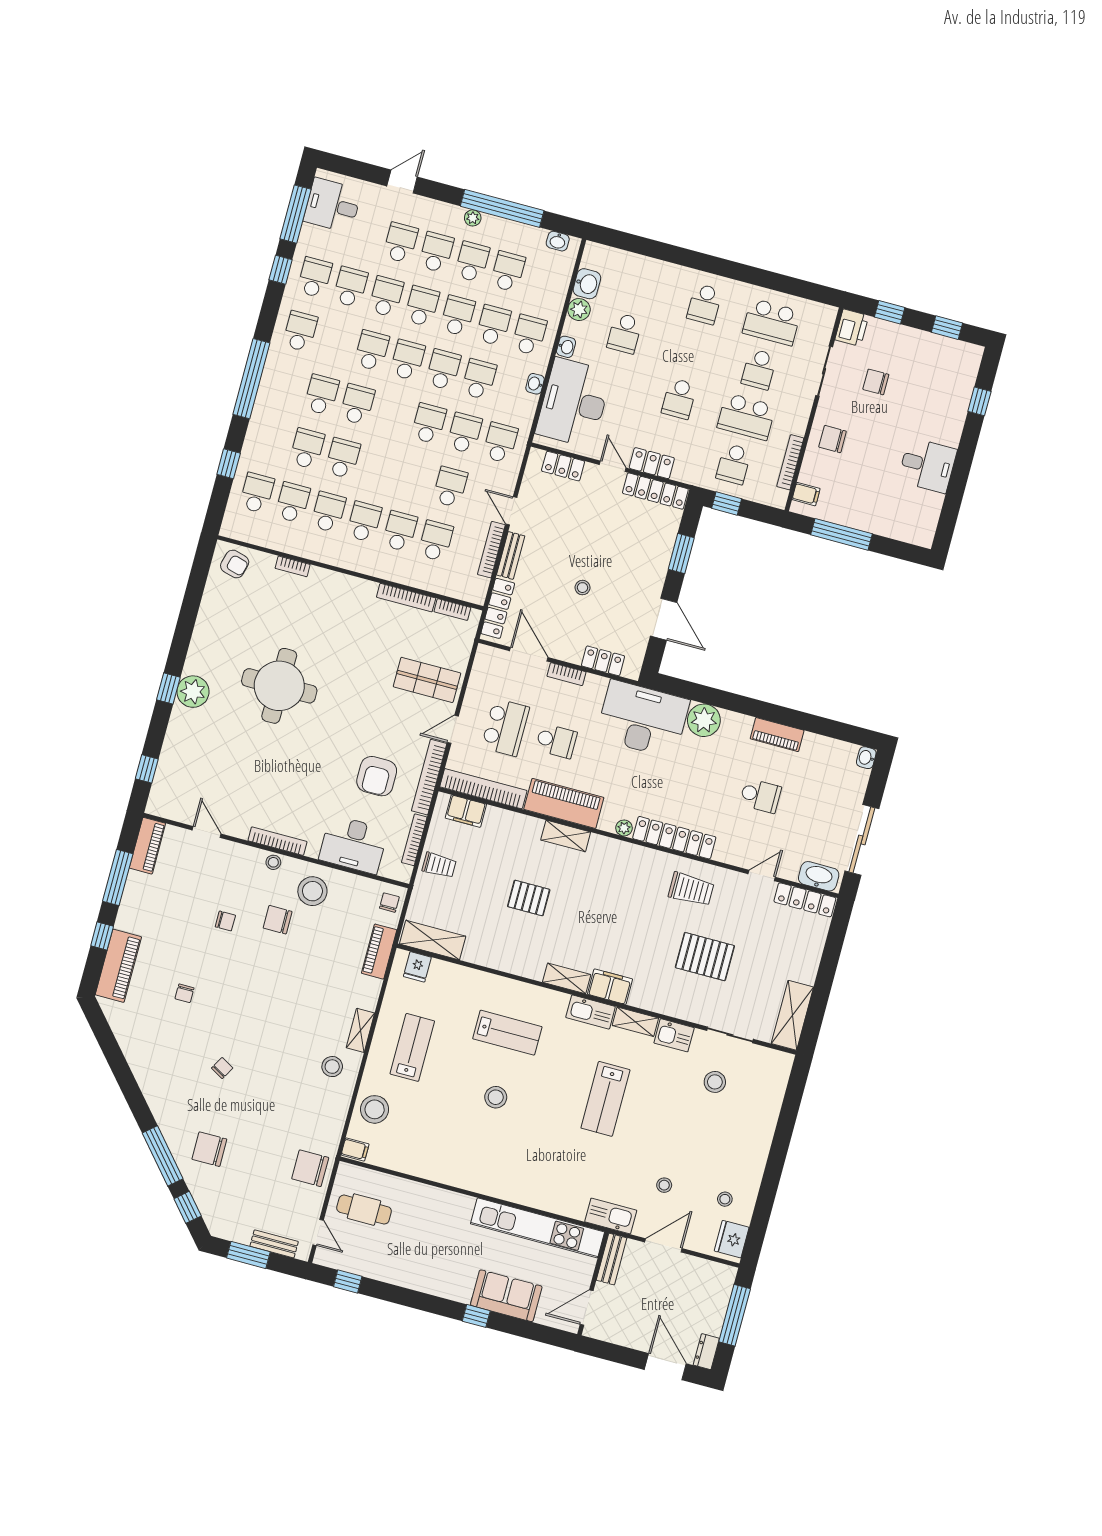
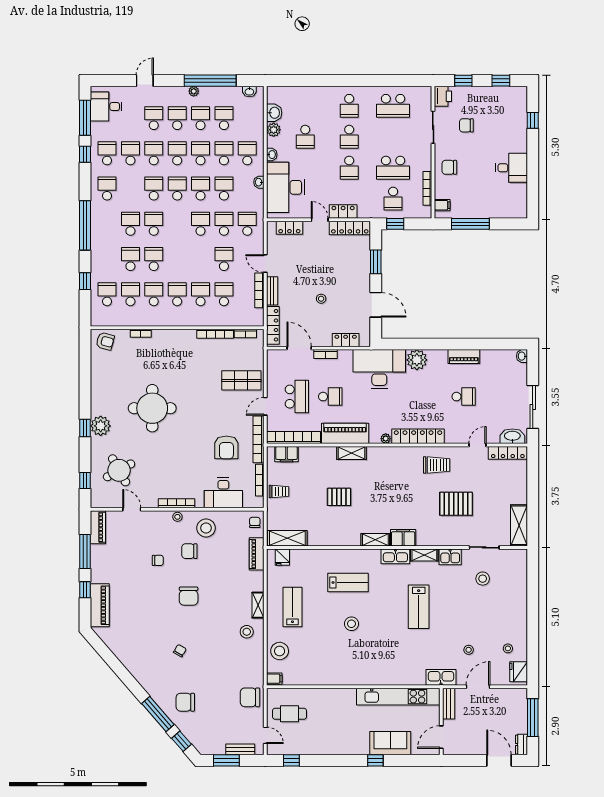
school desk: (759, 369) -> (349, 137), moved
round table: (203, 767) -> (119, 470), added
chair: (184, 993) -> (189, 596), moved, width x1.87, depth x1.87

